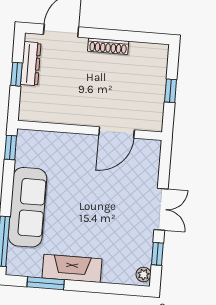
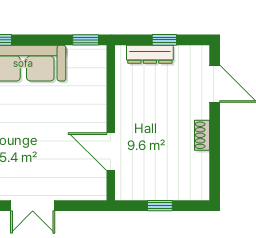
shoe rack: (108, 46) -> (202, 135), width x0.70
dresser: (31, 64) -> (150, 54), moved

